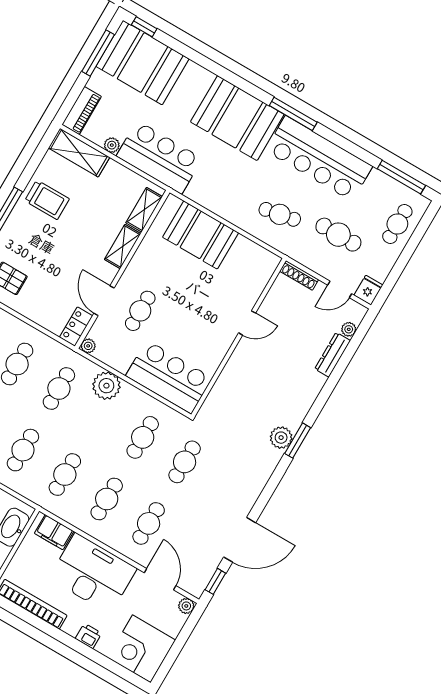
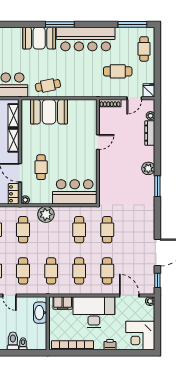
booth: (237, 118) -> (39, 38), width x0.73, depth x0.70
cafe table: (280, 214) -> (48, 85), moved
plant: (281, 438) -> (148, 168), moved

